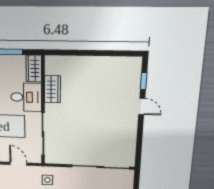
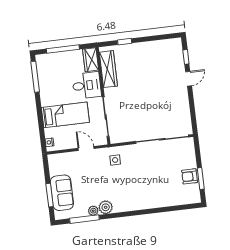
window: (75, 53) -> (125, 42), added
wardrobe: (52, 89) -> (108, 69), width x1.50
door: (142, 106) -> (189, 79), hinge flipped

